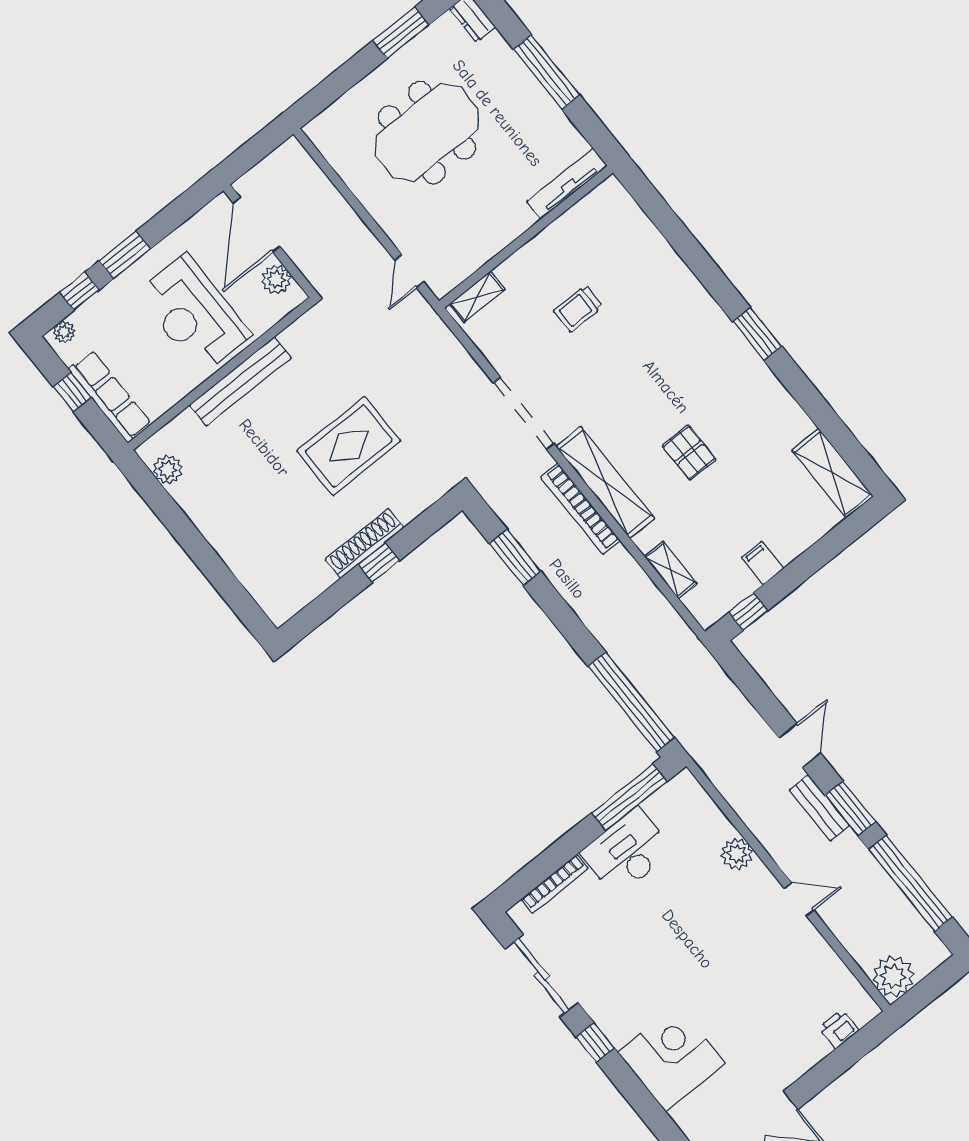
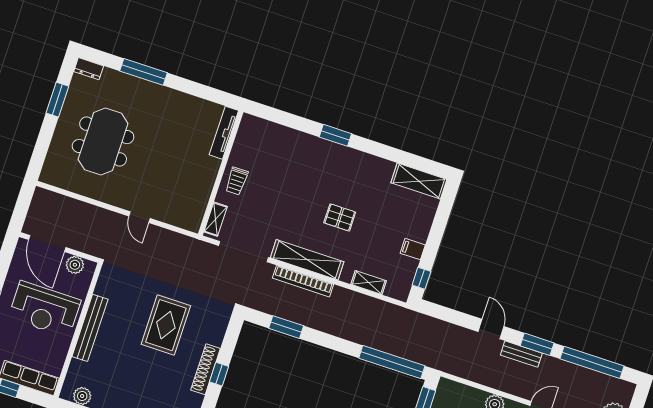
tv unit: (567, 184) -> (224, 133), moved
wall: (526, 237) -> (221, 173), moved
shelving: (477, 297) -> (216, 219), moved

